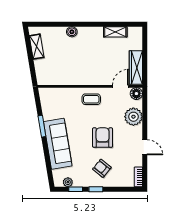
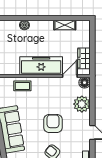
wardrobe: (136, 67) -> (84, 58), width x0.67
freezer: (90, 75) -> (41, 66), added
coffee table: (91, 99) -> (22, 86), moved

